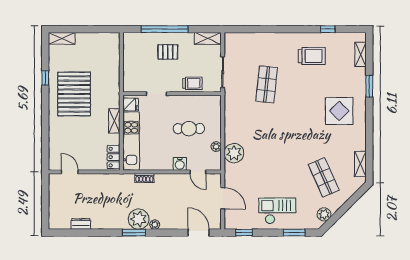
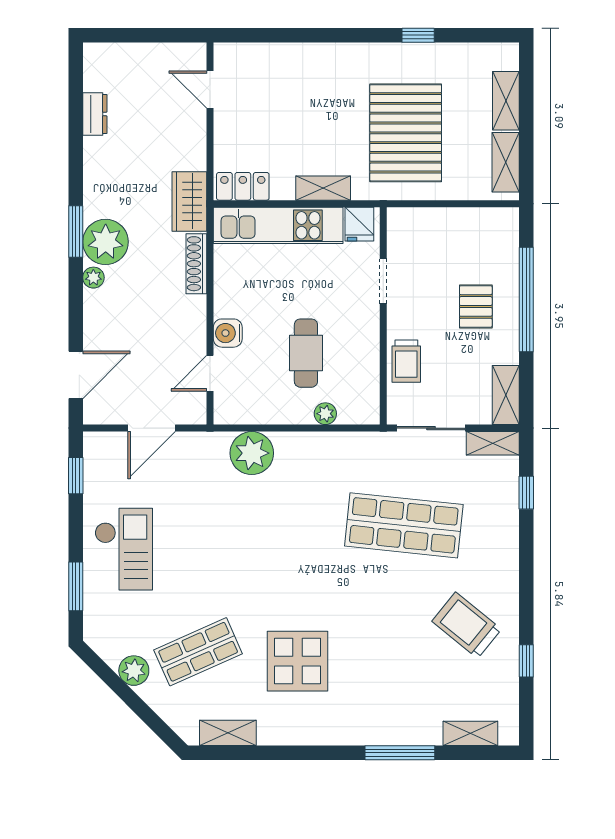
window: (252, 29) -> (526, 493), added
shelving: (62, 38) -> (506, 101), moved
shelving: (103, 38) -> (506, 162), added
shelving: (230, 44) -> (493, 443), added
trolley: (312, 56) -> (467, 625), turned 129
shop shelf: (267, 84) -> (404, 525), width x1.43, depth x1.36
window: (369, 86) -> (400, 753), width x1.44
pallet: (74, 94) -> (406, 133), moved, turned 90
display table: (339, 111) -> (298, 661), moved
plant: (216, 147) -> (325, 414), moved
door: (70, 172) -> (210, 90), swing flipped
shoe rack: (144, 178) -> (196, 264), width x1.43
wardrobe: (120, 181) -> (189, 201), added
plant: (324, 214) -> (134, 671), moved

